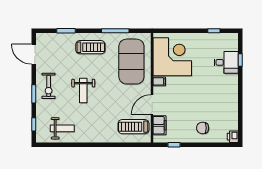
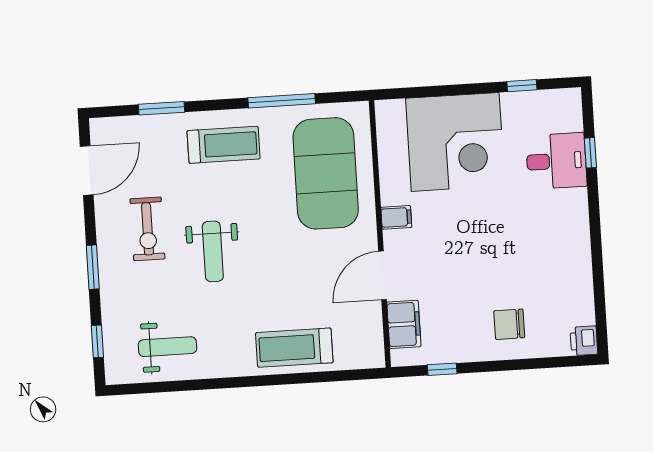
door: (34, 54) -> (87, 170), swing flipped
corner desk: (172, 57) -> (455, 142), moved, turned 90
exercise bike: (49, 86) -> (147, 229), moved
treadmill: (133, 127) -> (294, 348), moved

